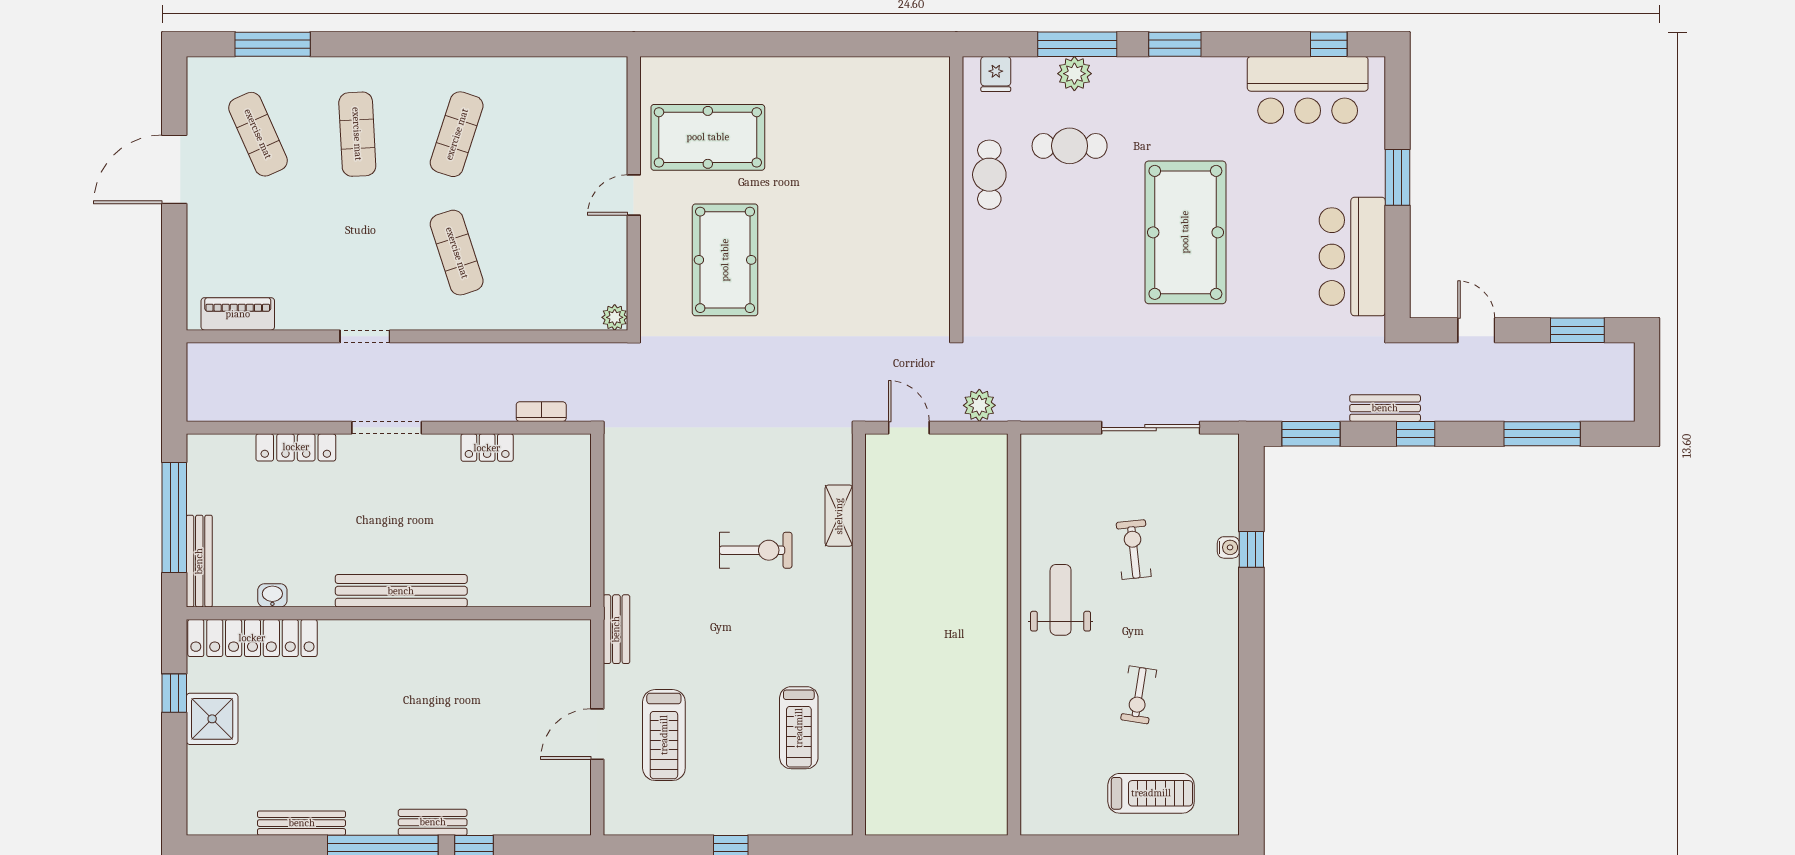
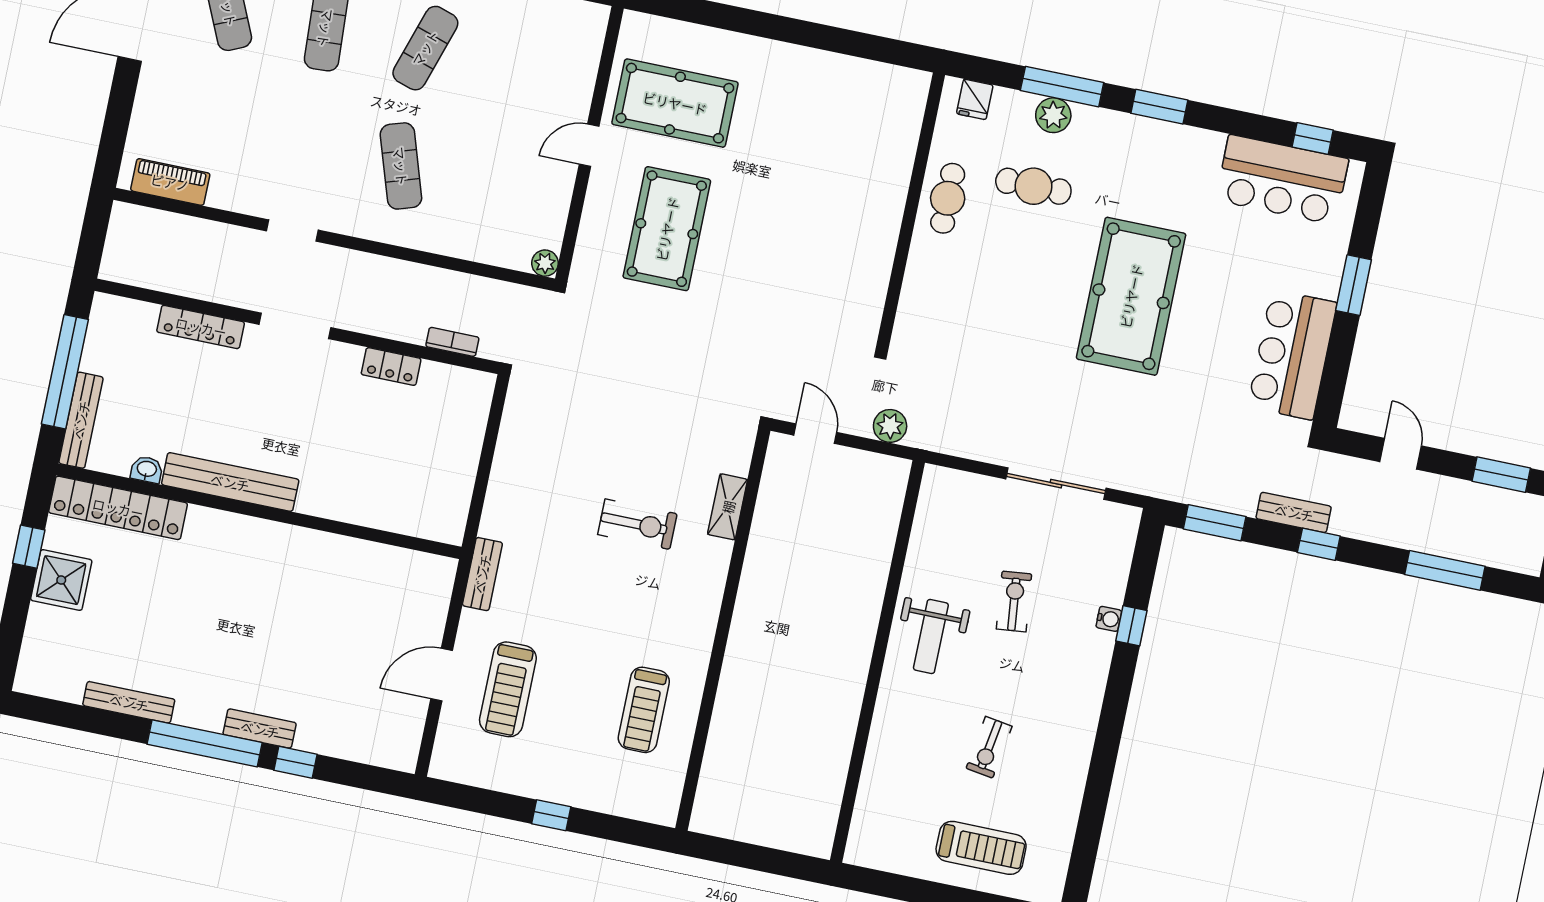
bench: (401, 591) -> (230, 482), moved
weight bench: (1061, 600) -> (931, 636), turned 180

